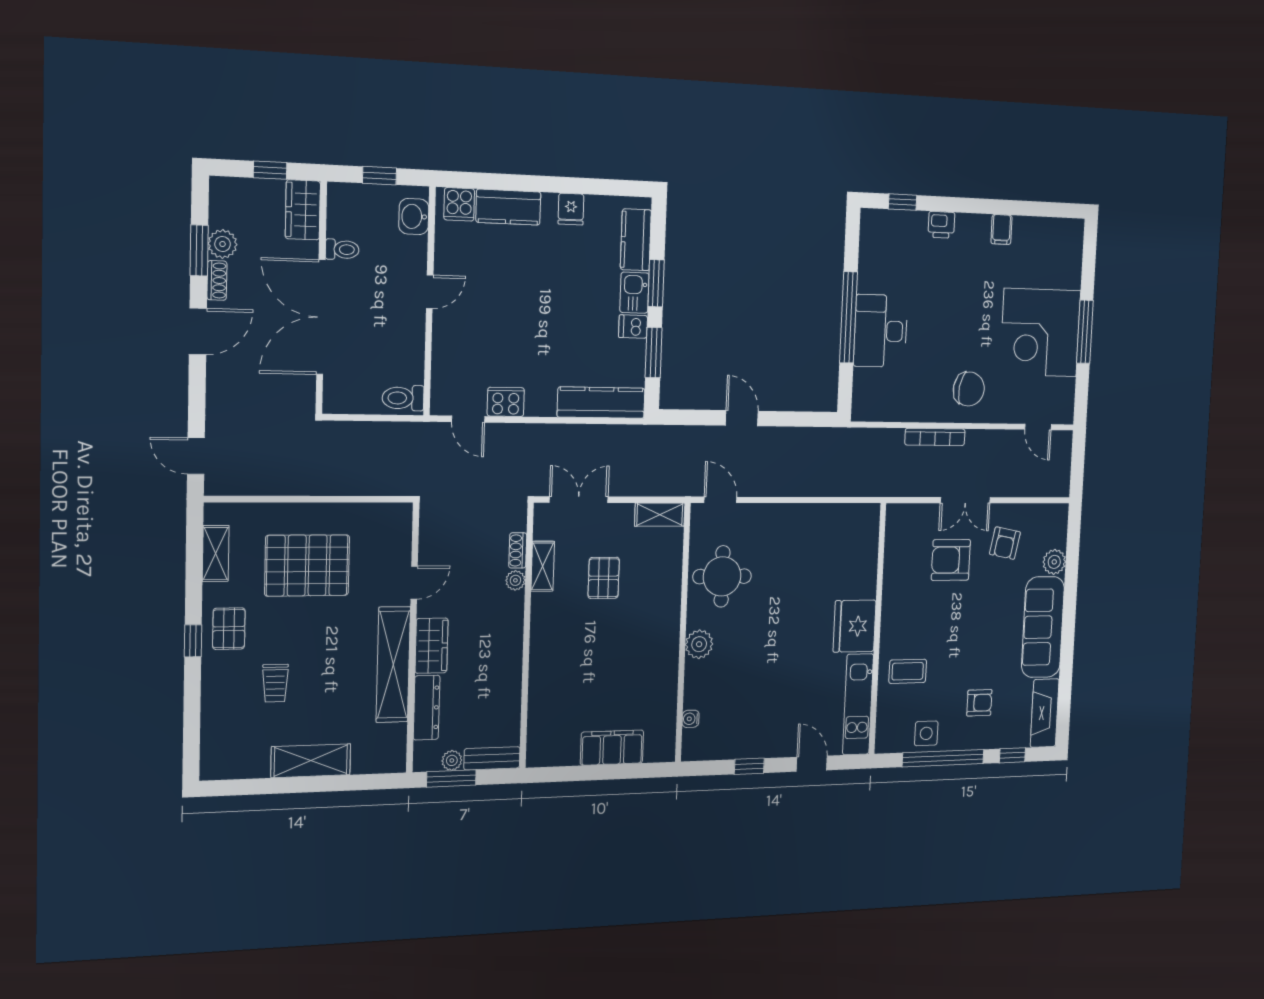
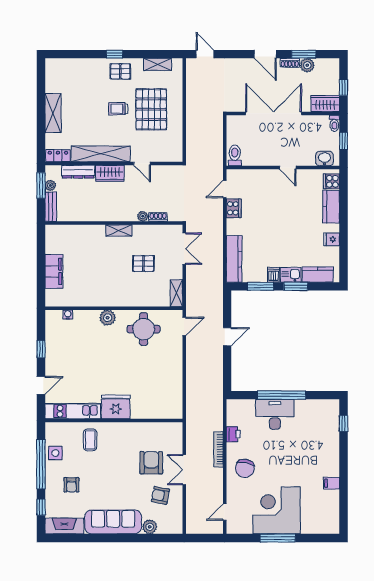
printer: (941, 225) -> (233, 434), moved, turned 180
toilet: (342, 250) -> (334, 123), moved
door: (196, 456) -> (205, 54), hinge flipped
shelving: (543, 566) -> (119, 230), moved
trolley: (275, 683) -> (118, 109), moved
locker: (395, 748) -> (58, 156), added

